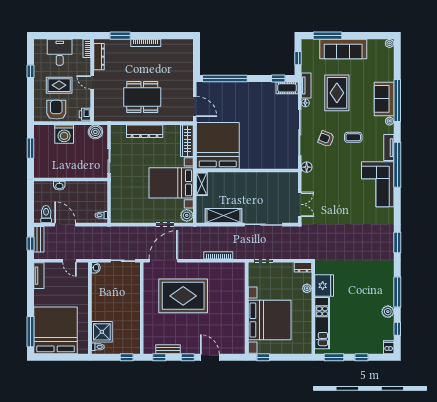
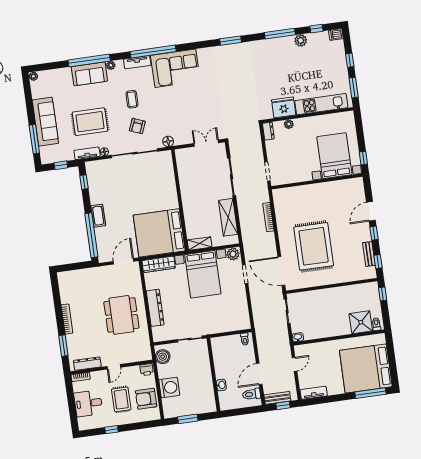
cot: (287, 88) -> (98, 216), moved
bed with nightstands: (270, 320) -> (334, 156), width x0.73

